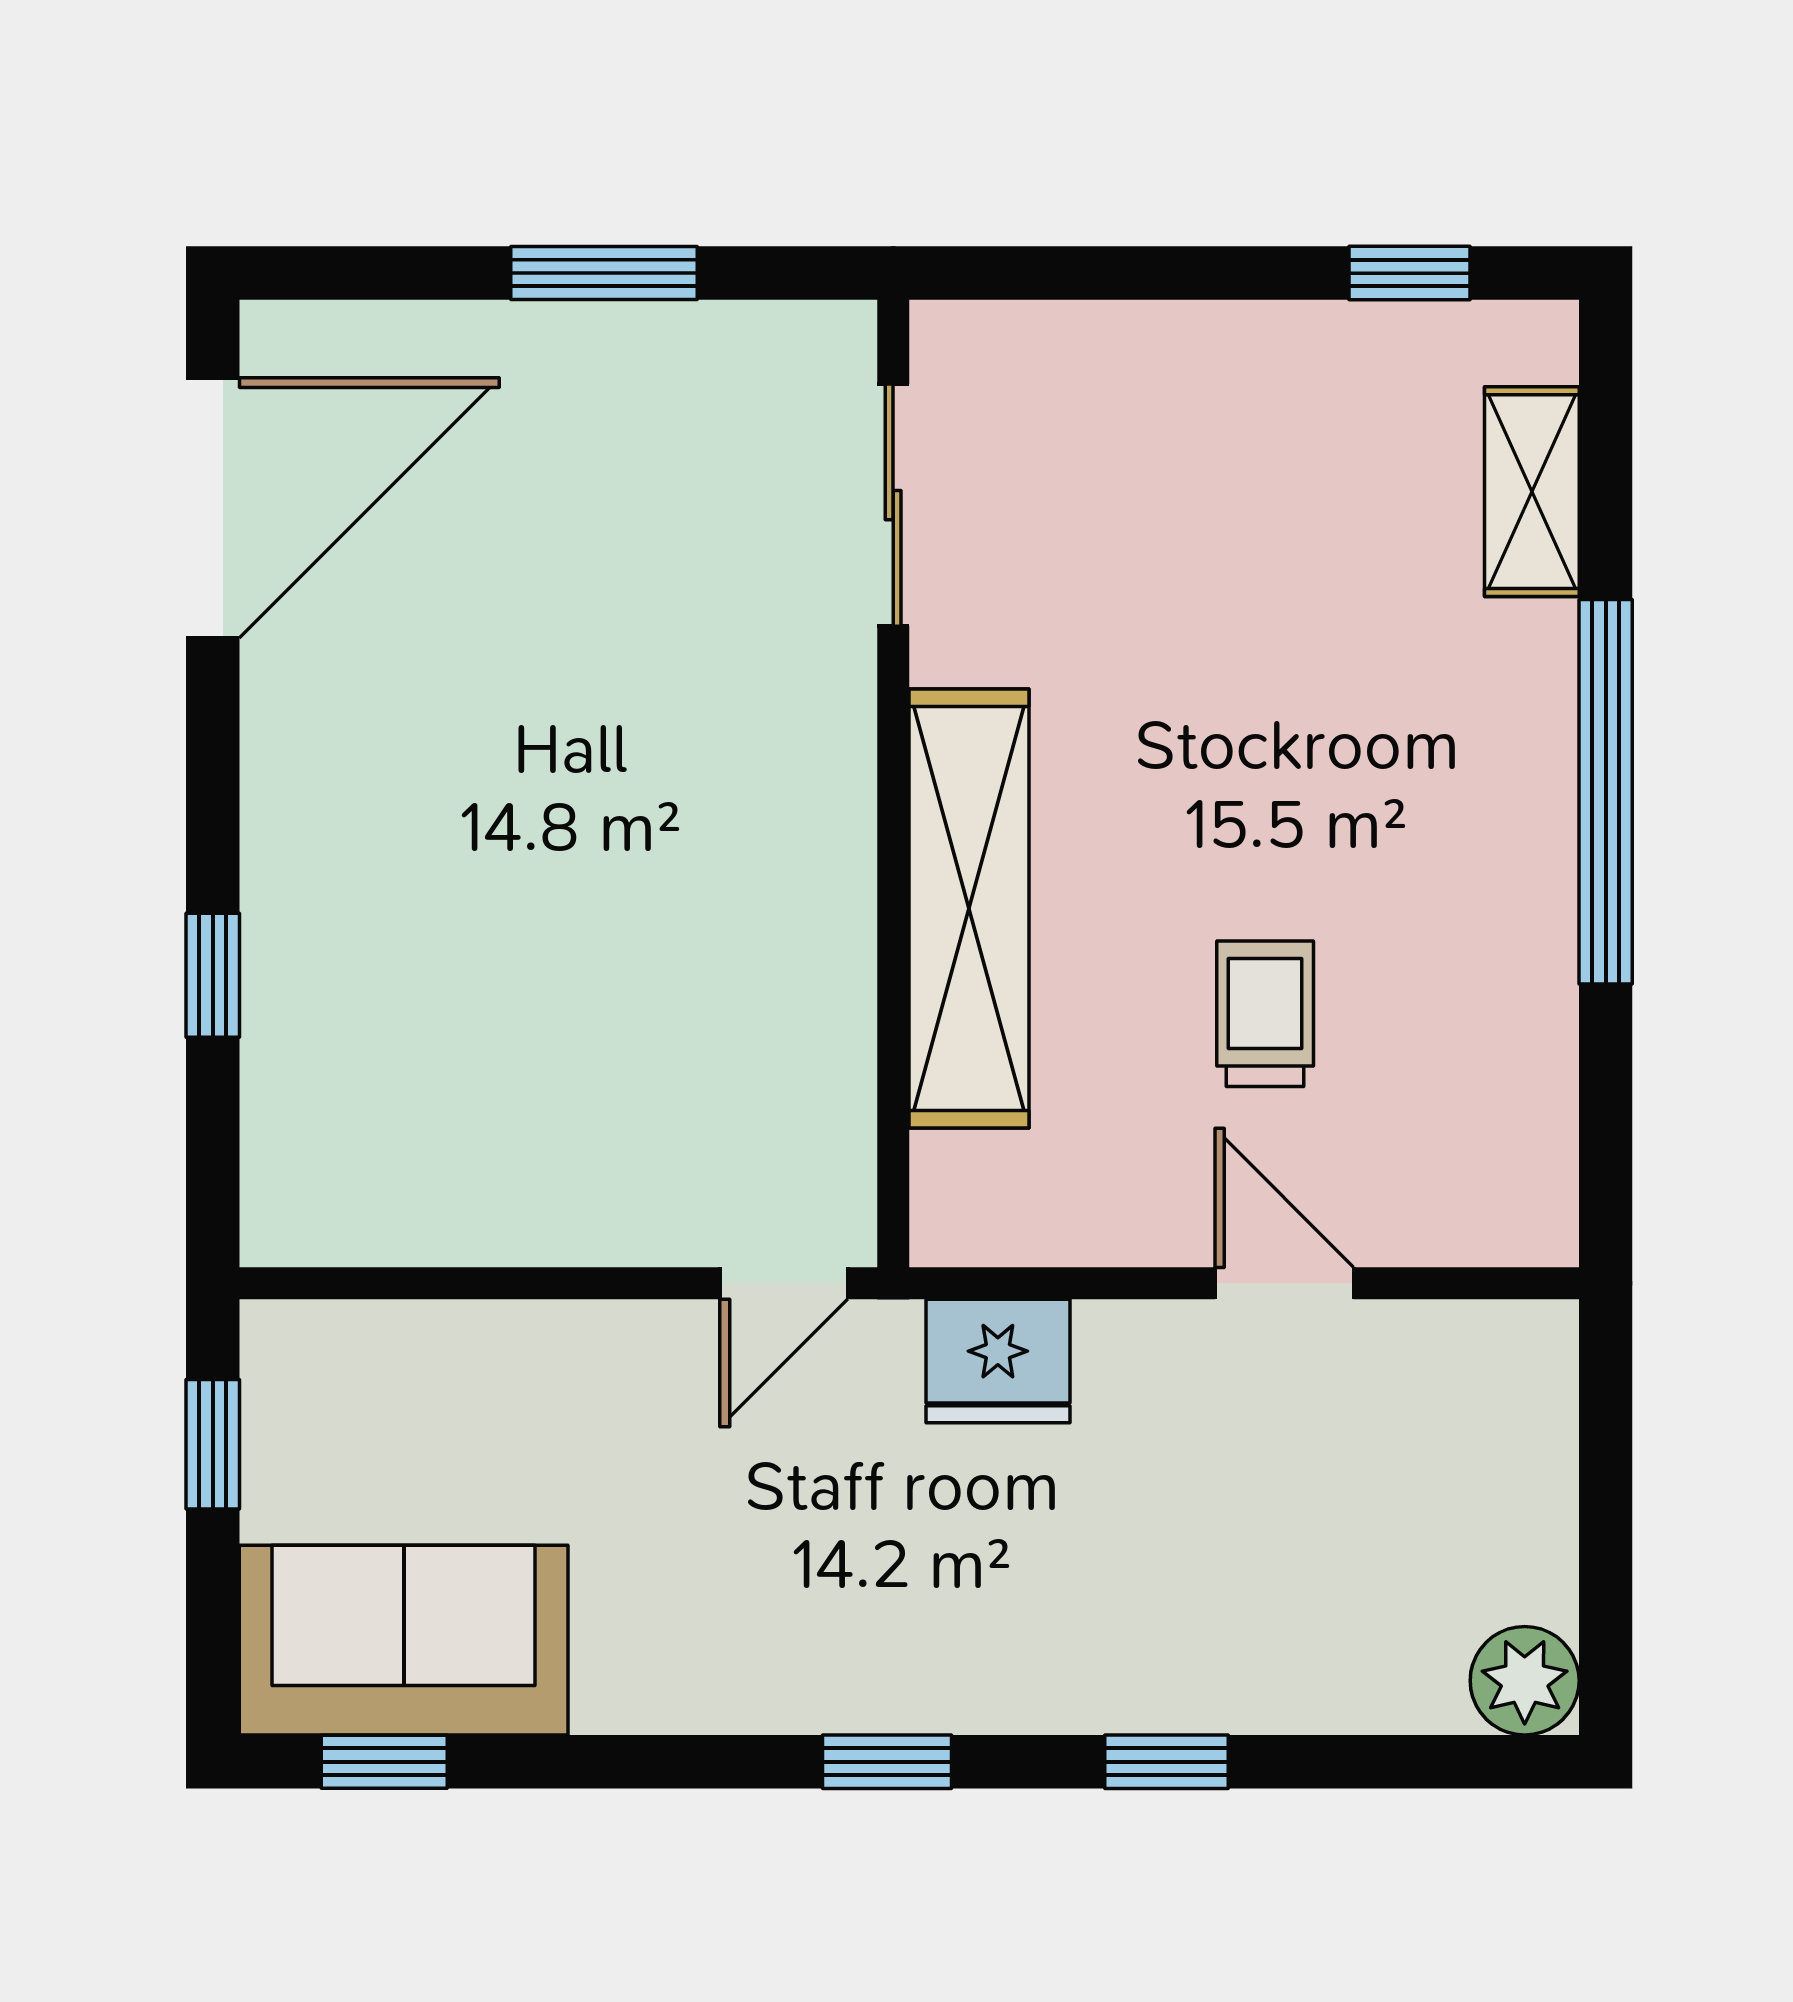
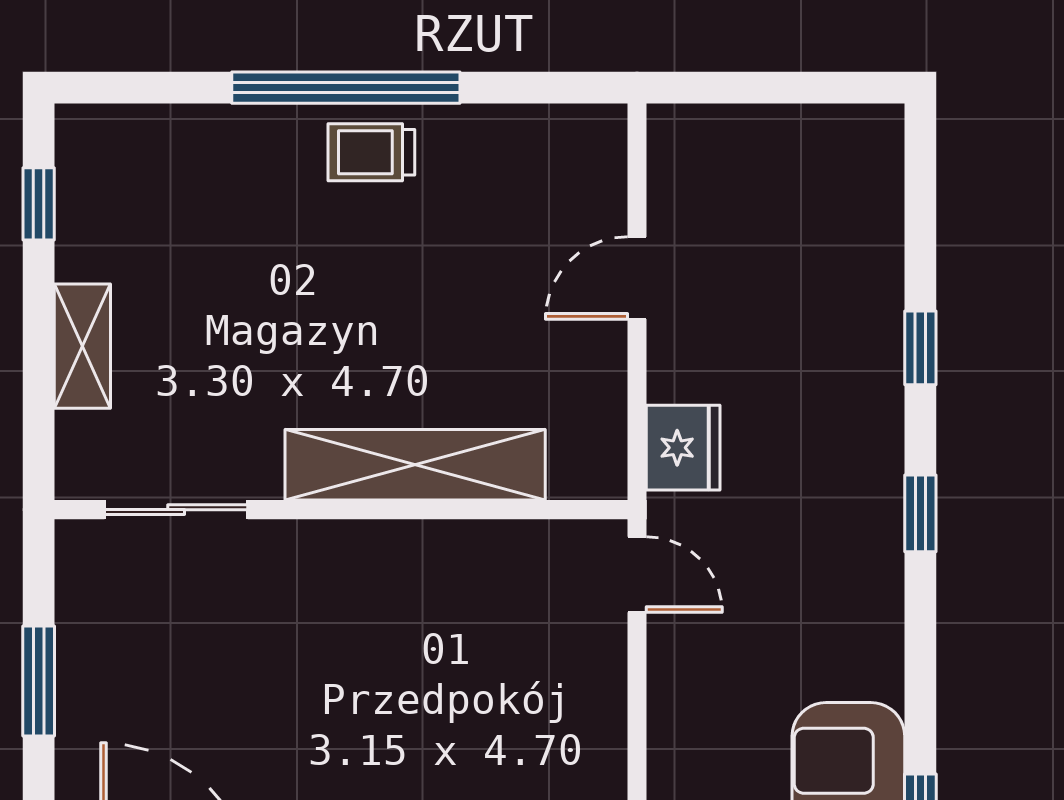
shelving: (1532, 492) -> (82, 346), moved, turned 90
trolley: (1265, 1014) -> (371, 152), moved
plant: (1525, 1681) -> (872, 136), removed

